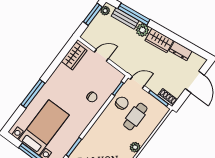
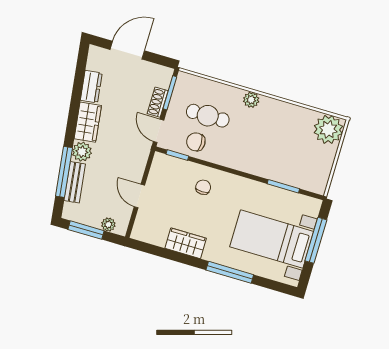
plant: (105, 11) -> (108, 224), moved
wardrobe: (74, 56) -> (186, 243), moved
shoe rack: (167, 98) -> (158, 102), moved

